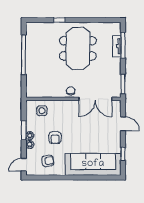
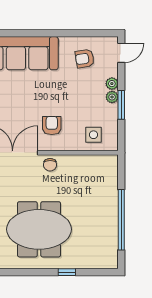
meeting table: (78, 48) -> (39, 229), turned 90
armchair: (55, 138) -> (52, 125), moved

